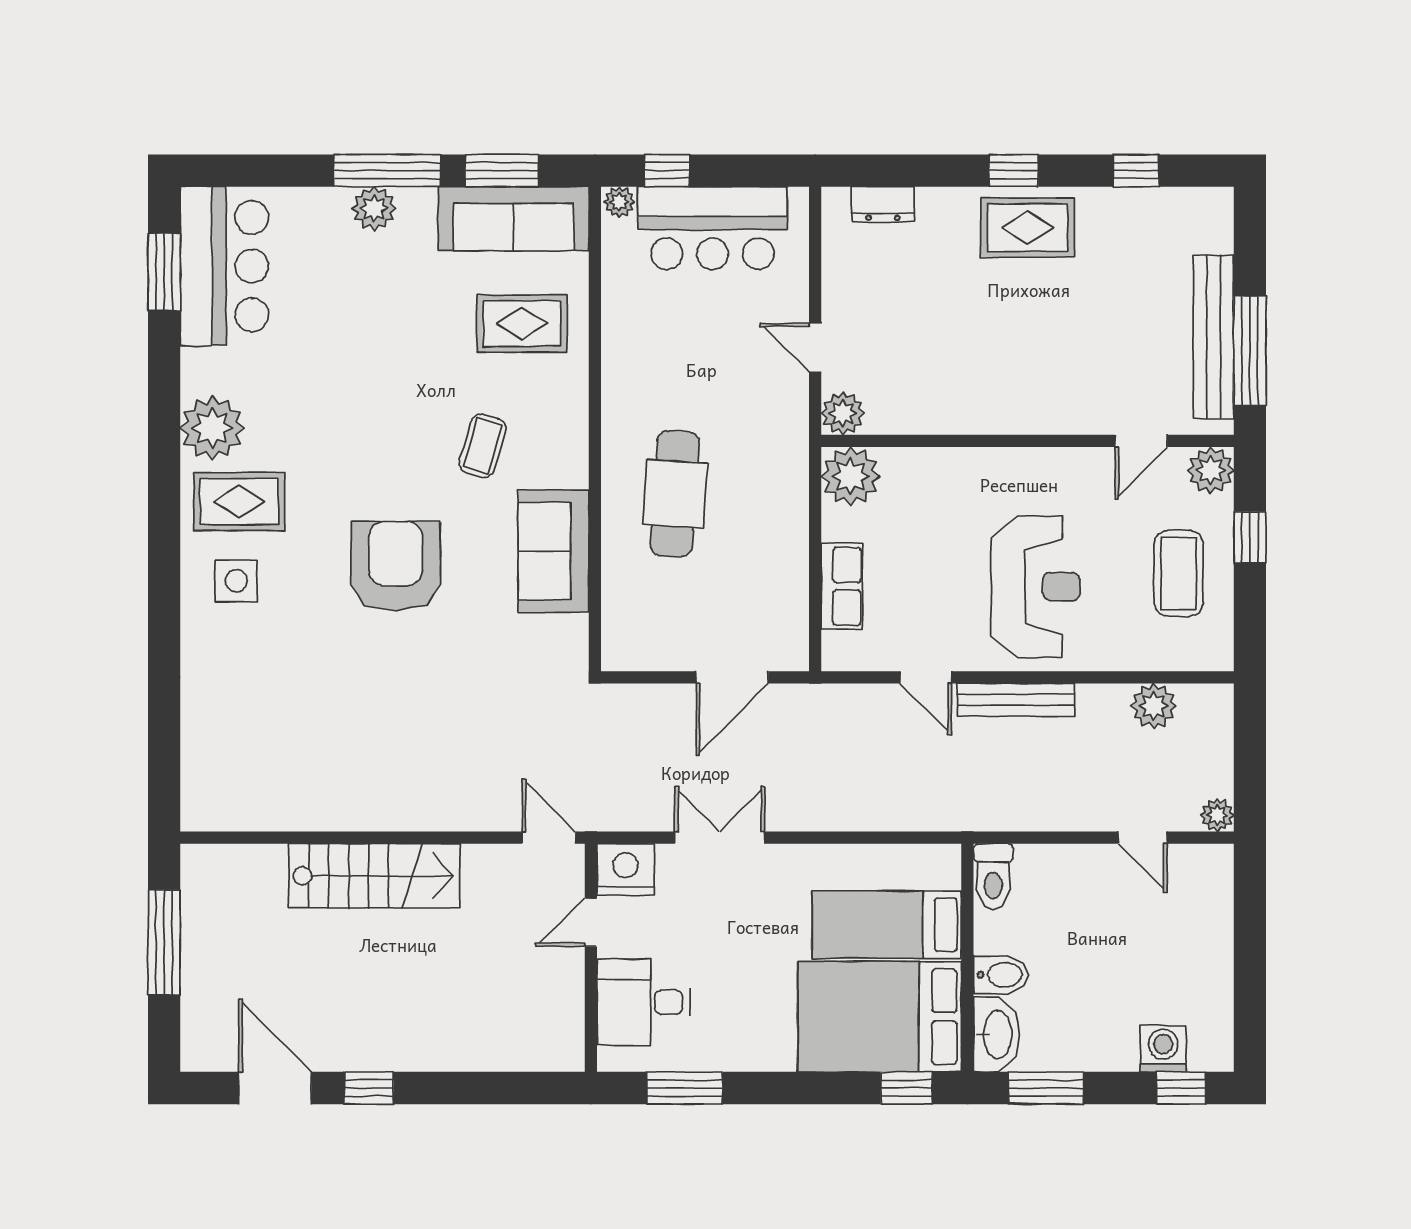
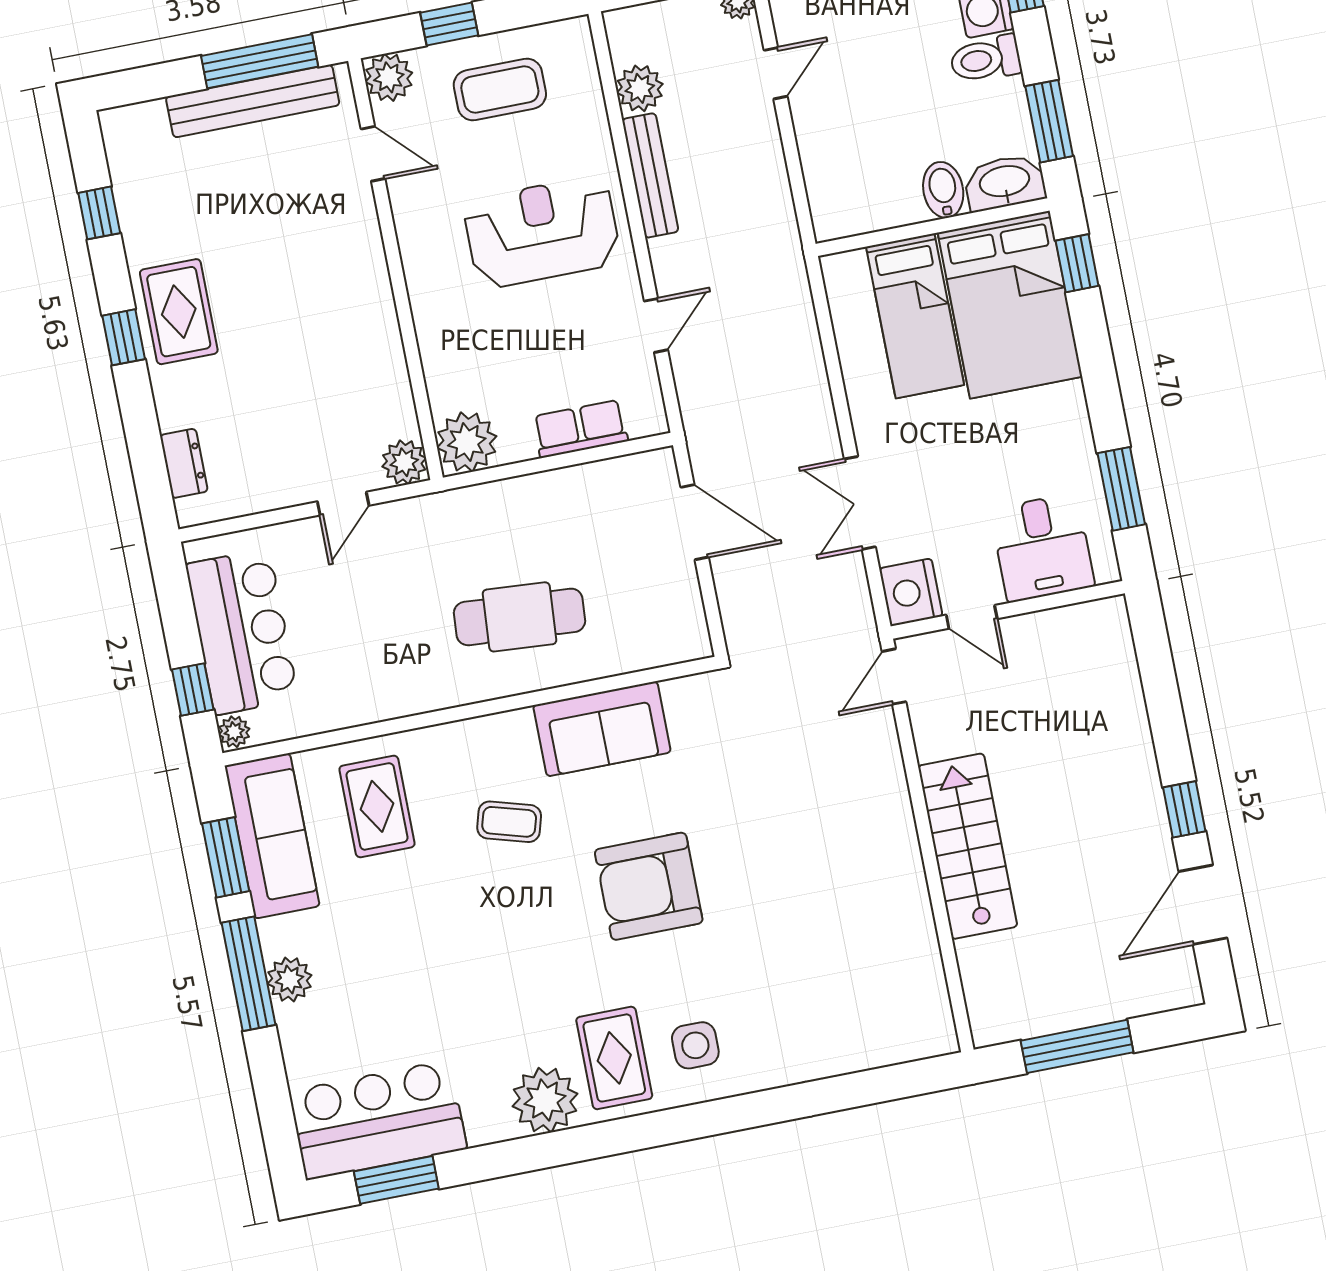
bench: (1016, 700) -> (650, 175), moved
toilet: (993, 876) -> (986, 59), moved, turned 180

